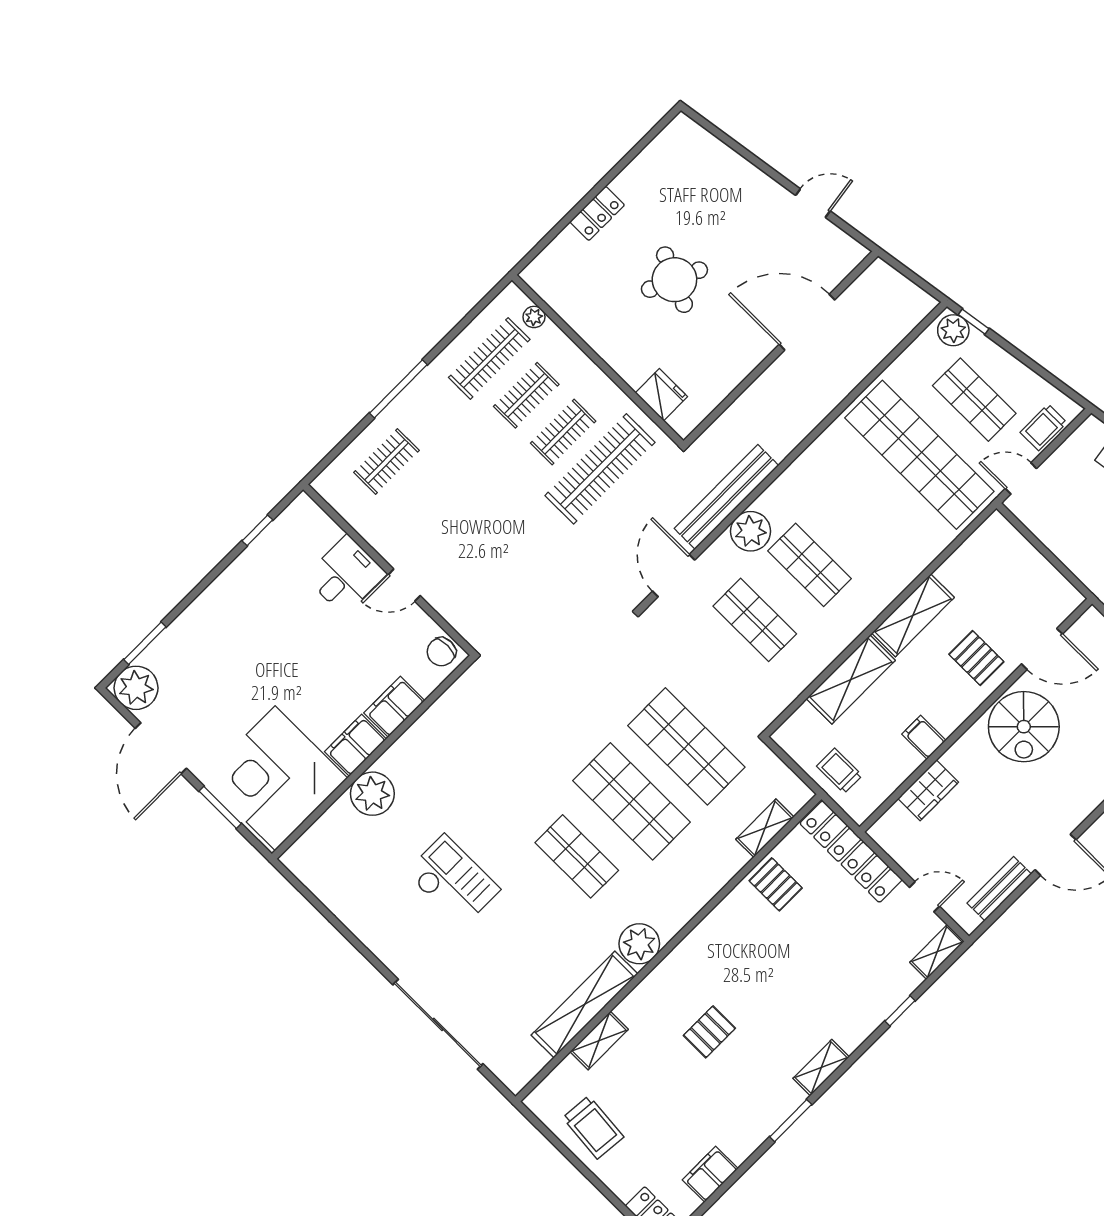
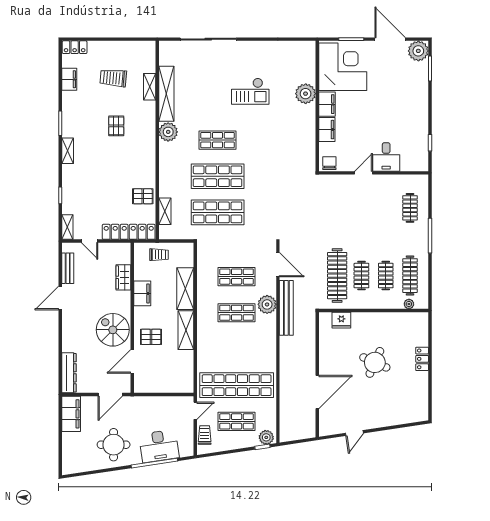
filing cabinet: (924, 737) -> (142, 293), width x2.00
door: (924, 897) -> (90, 241), hinge flipped
trolley: (593, 1127) -> (113, 78), moved

